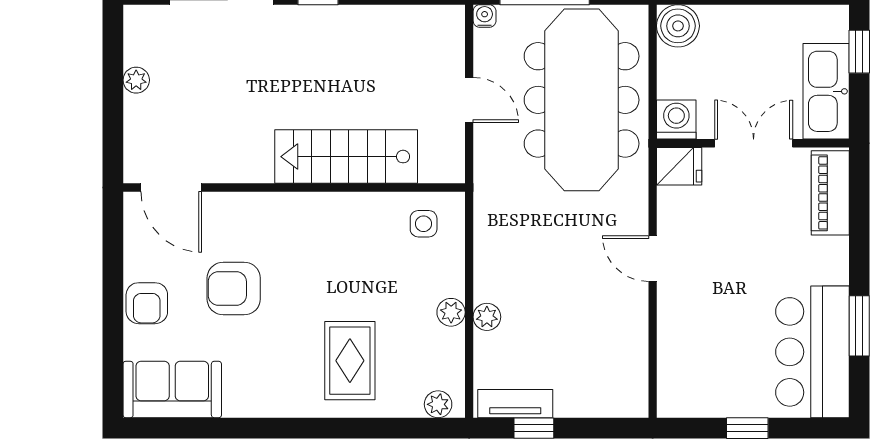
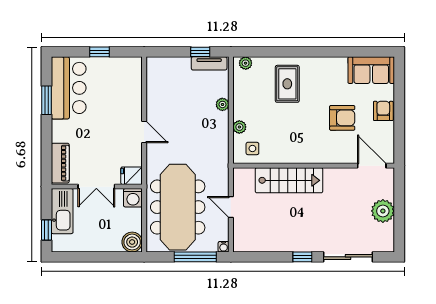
plant: (136, 80) -> (383, 211), width x1.88, depth x1.88
plant: (451, 312) -> (239, 127), moved

